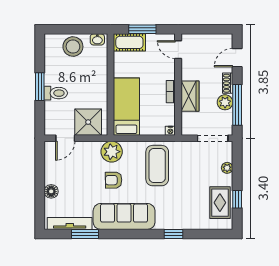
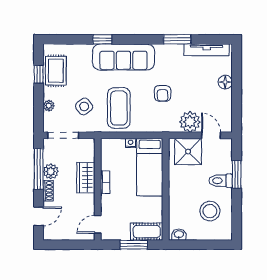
stool: (73, 47) -> (210, 211), moved
door: (178, 50) -> (98, 224), swing flipped
window: (40, 87) -> (237, 174), moved
nightstand: (170, 131) -> (131, 143), moved
door: (65, 138) -> (211, 135), hinge flipped
plant: (112, 152) -> (190, 122), moved
side table: (192, 167) -> (84, 106), added
armchair: (114, 180) -> (163, 93), turned 91
sofa: (124, 216) -> (123, 57), moved
window: (85, 234) -> (177, 39), moved

